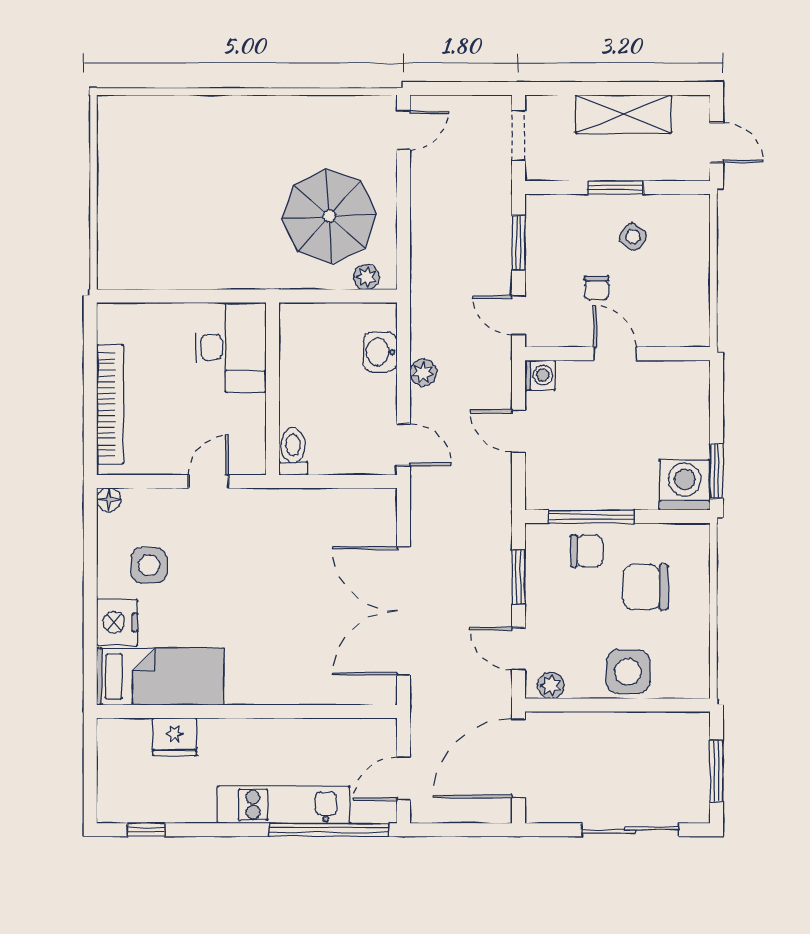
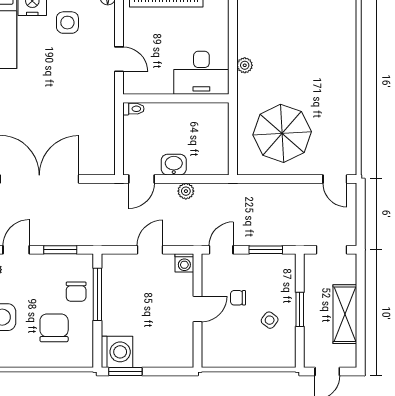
plant: (366, 277) -> (245, 65), moved
washbasin: (380, 352) -> (174, 165), moved
toilet: (293, 451) -> (133, 109), width x0.73, depth x0.72

